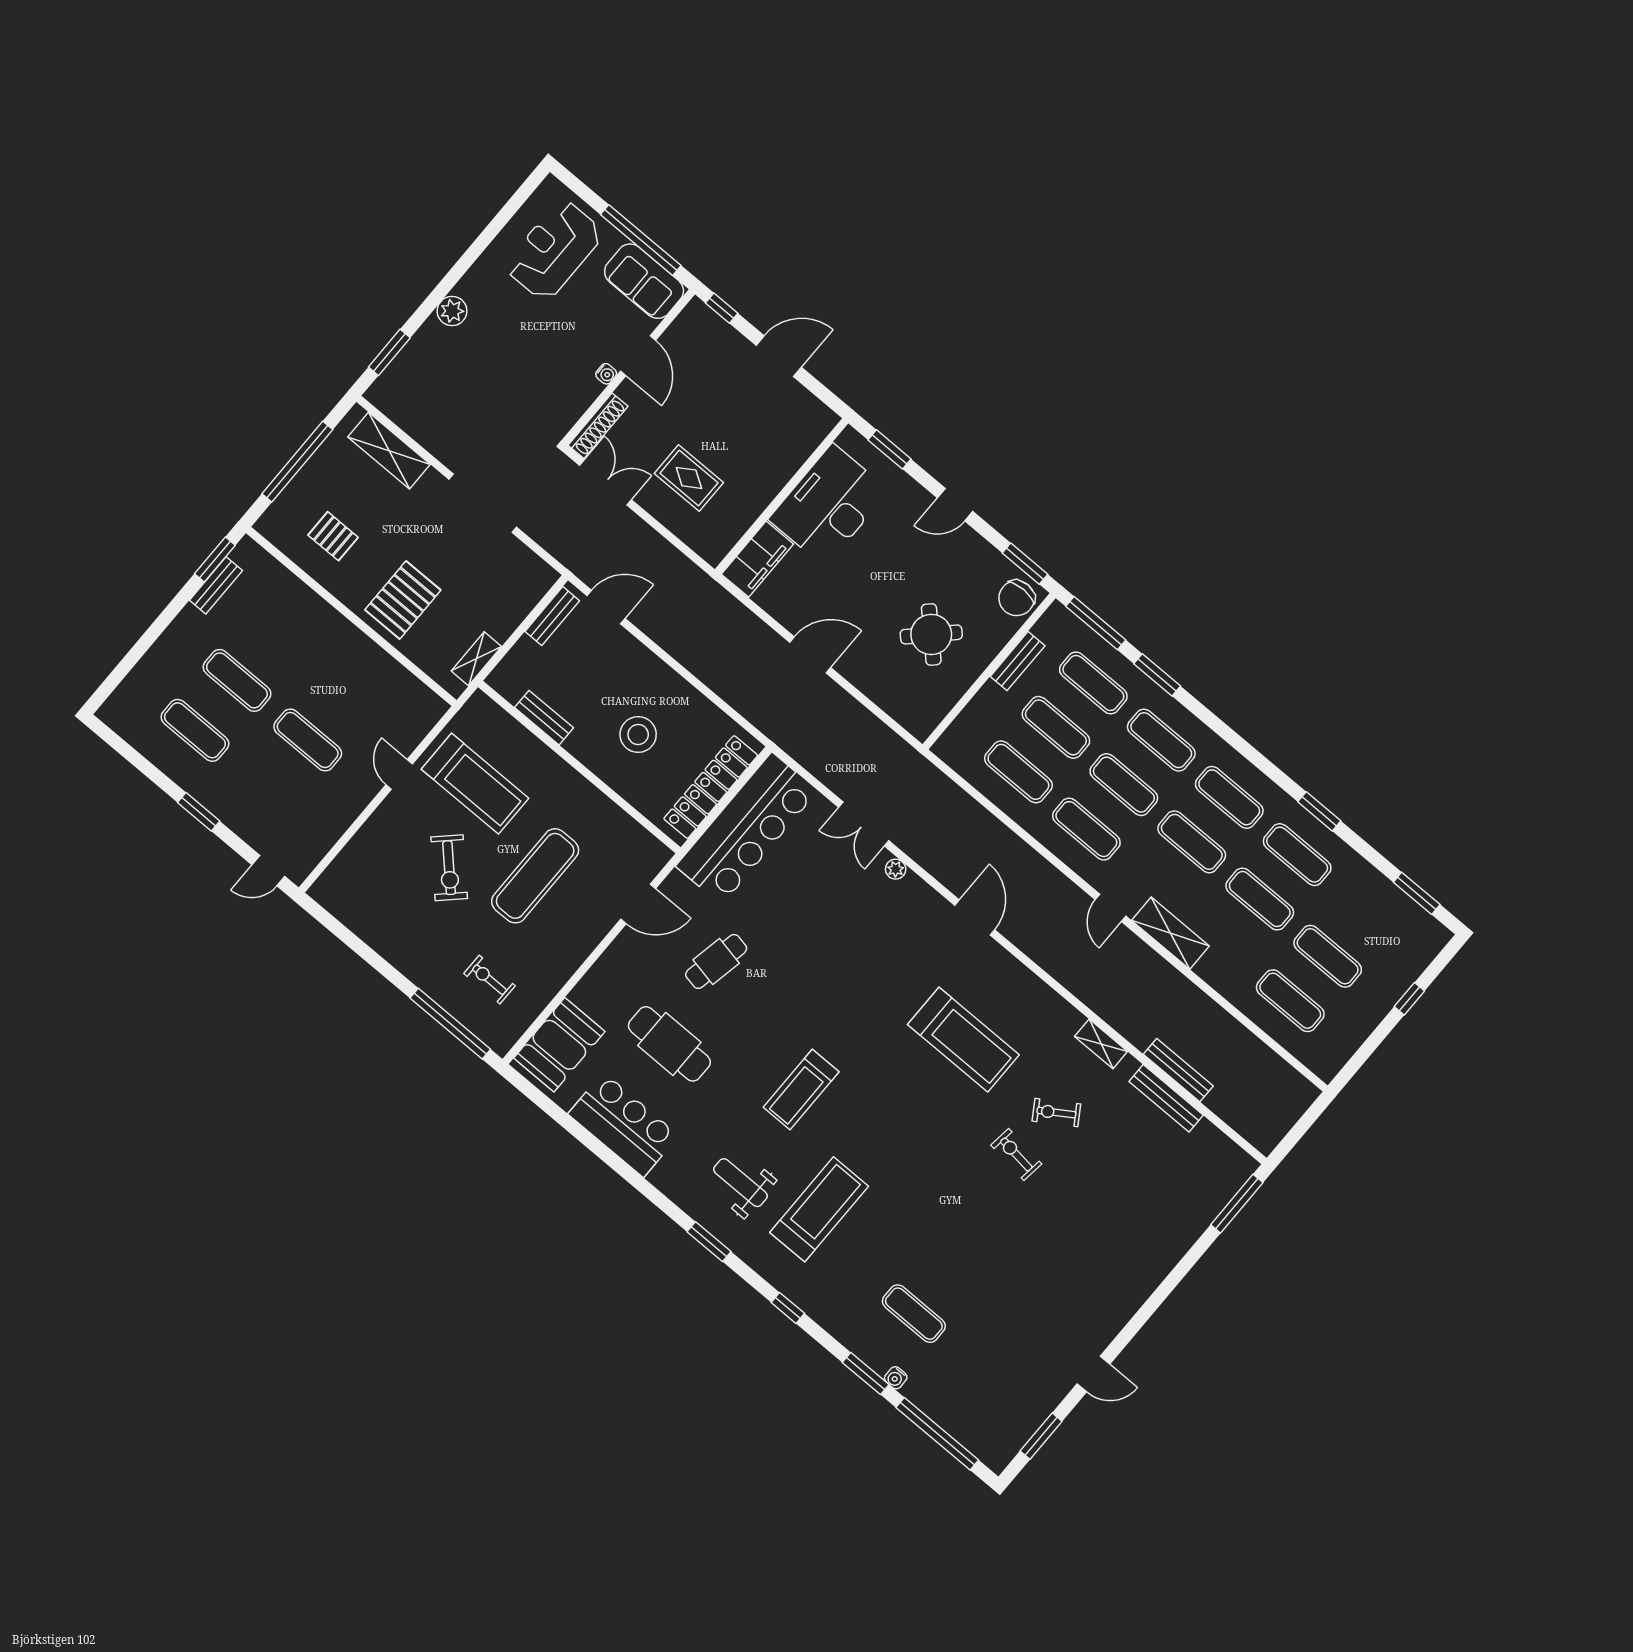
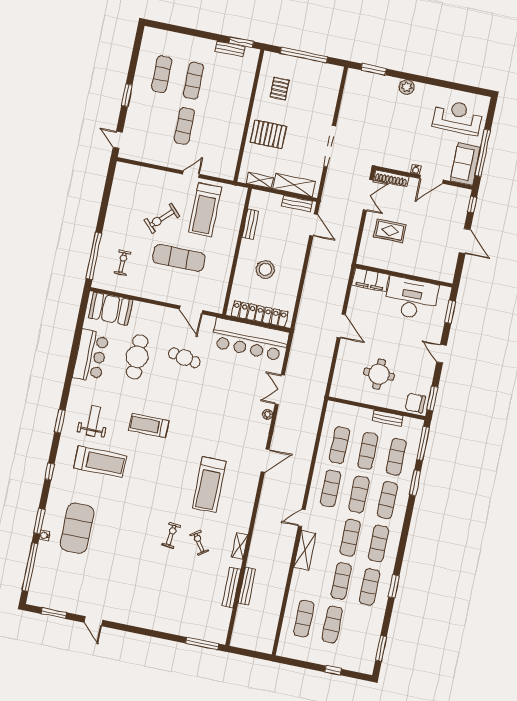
shelving: (389, 451) -> (294, 185), moved, turned 90
rug: (689, 478) -> (390, 231), turned 90
round table: (931, 634) -> (379, 374), turned 45
exercise mat: (914, 1314) -> (77, 528), width x2.00, depth x1.45

